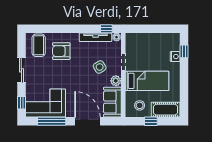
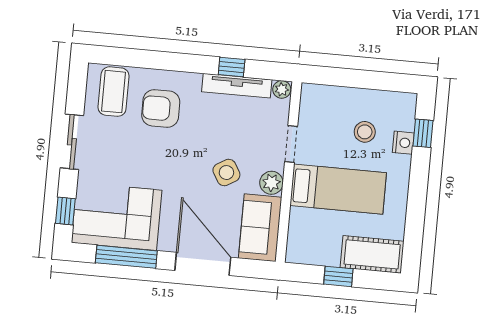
window: (106, 29) -> (232, 67), moved
side table: (100, 67) -> (226, 173), moved
stool: (140, 105) -> (365, 132), moved

